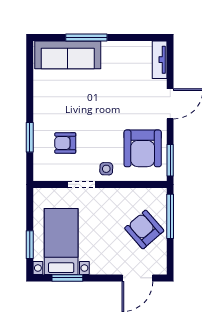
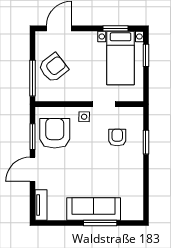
sofa: (68, 55) -> (94, 209), moved
armchair: (65, 143) -> (117, 138), turned -90
window: (170, 160) -> (32, 137), moved
armchair: (144, 229) -> (53, 68), turned -87

